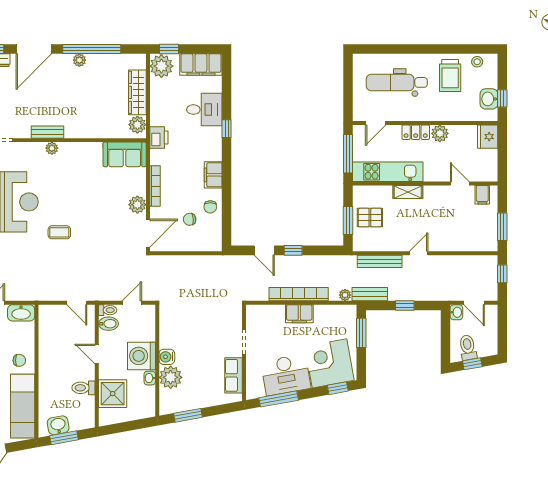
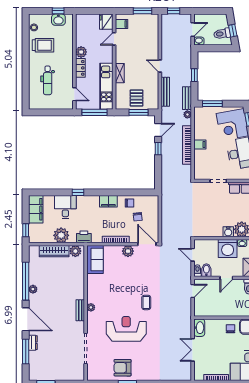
plant: (161, 66) -> (61, 235), moved
dental chair: (397, 82) -> (48, 80), width x0.73, depth x0.72
fridge: (488, 137) -> (106, 22), moved, turned 90
door: (264, 250) -> (158, 130), moved
filing cabinet: (299, 314) -> (200, 144), width x0.50

